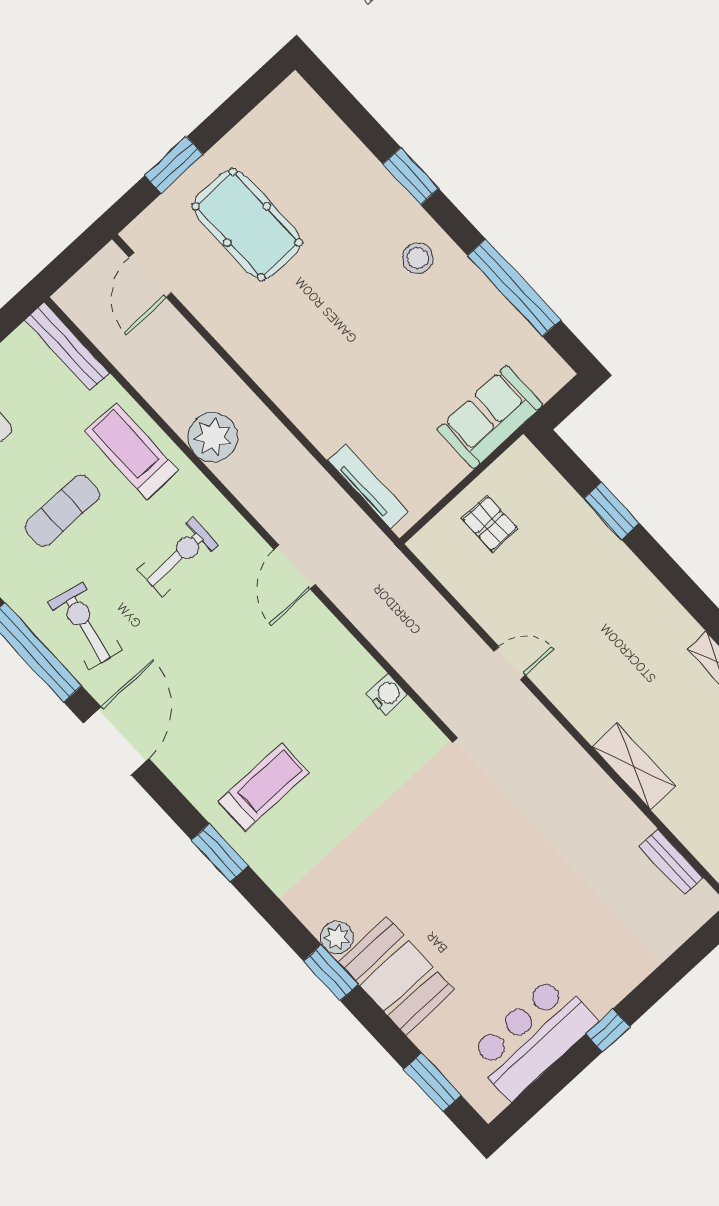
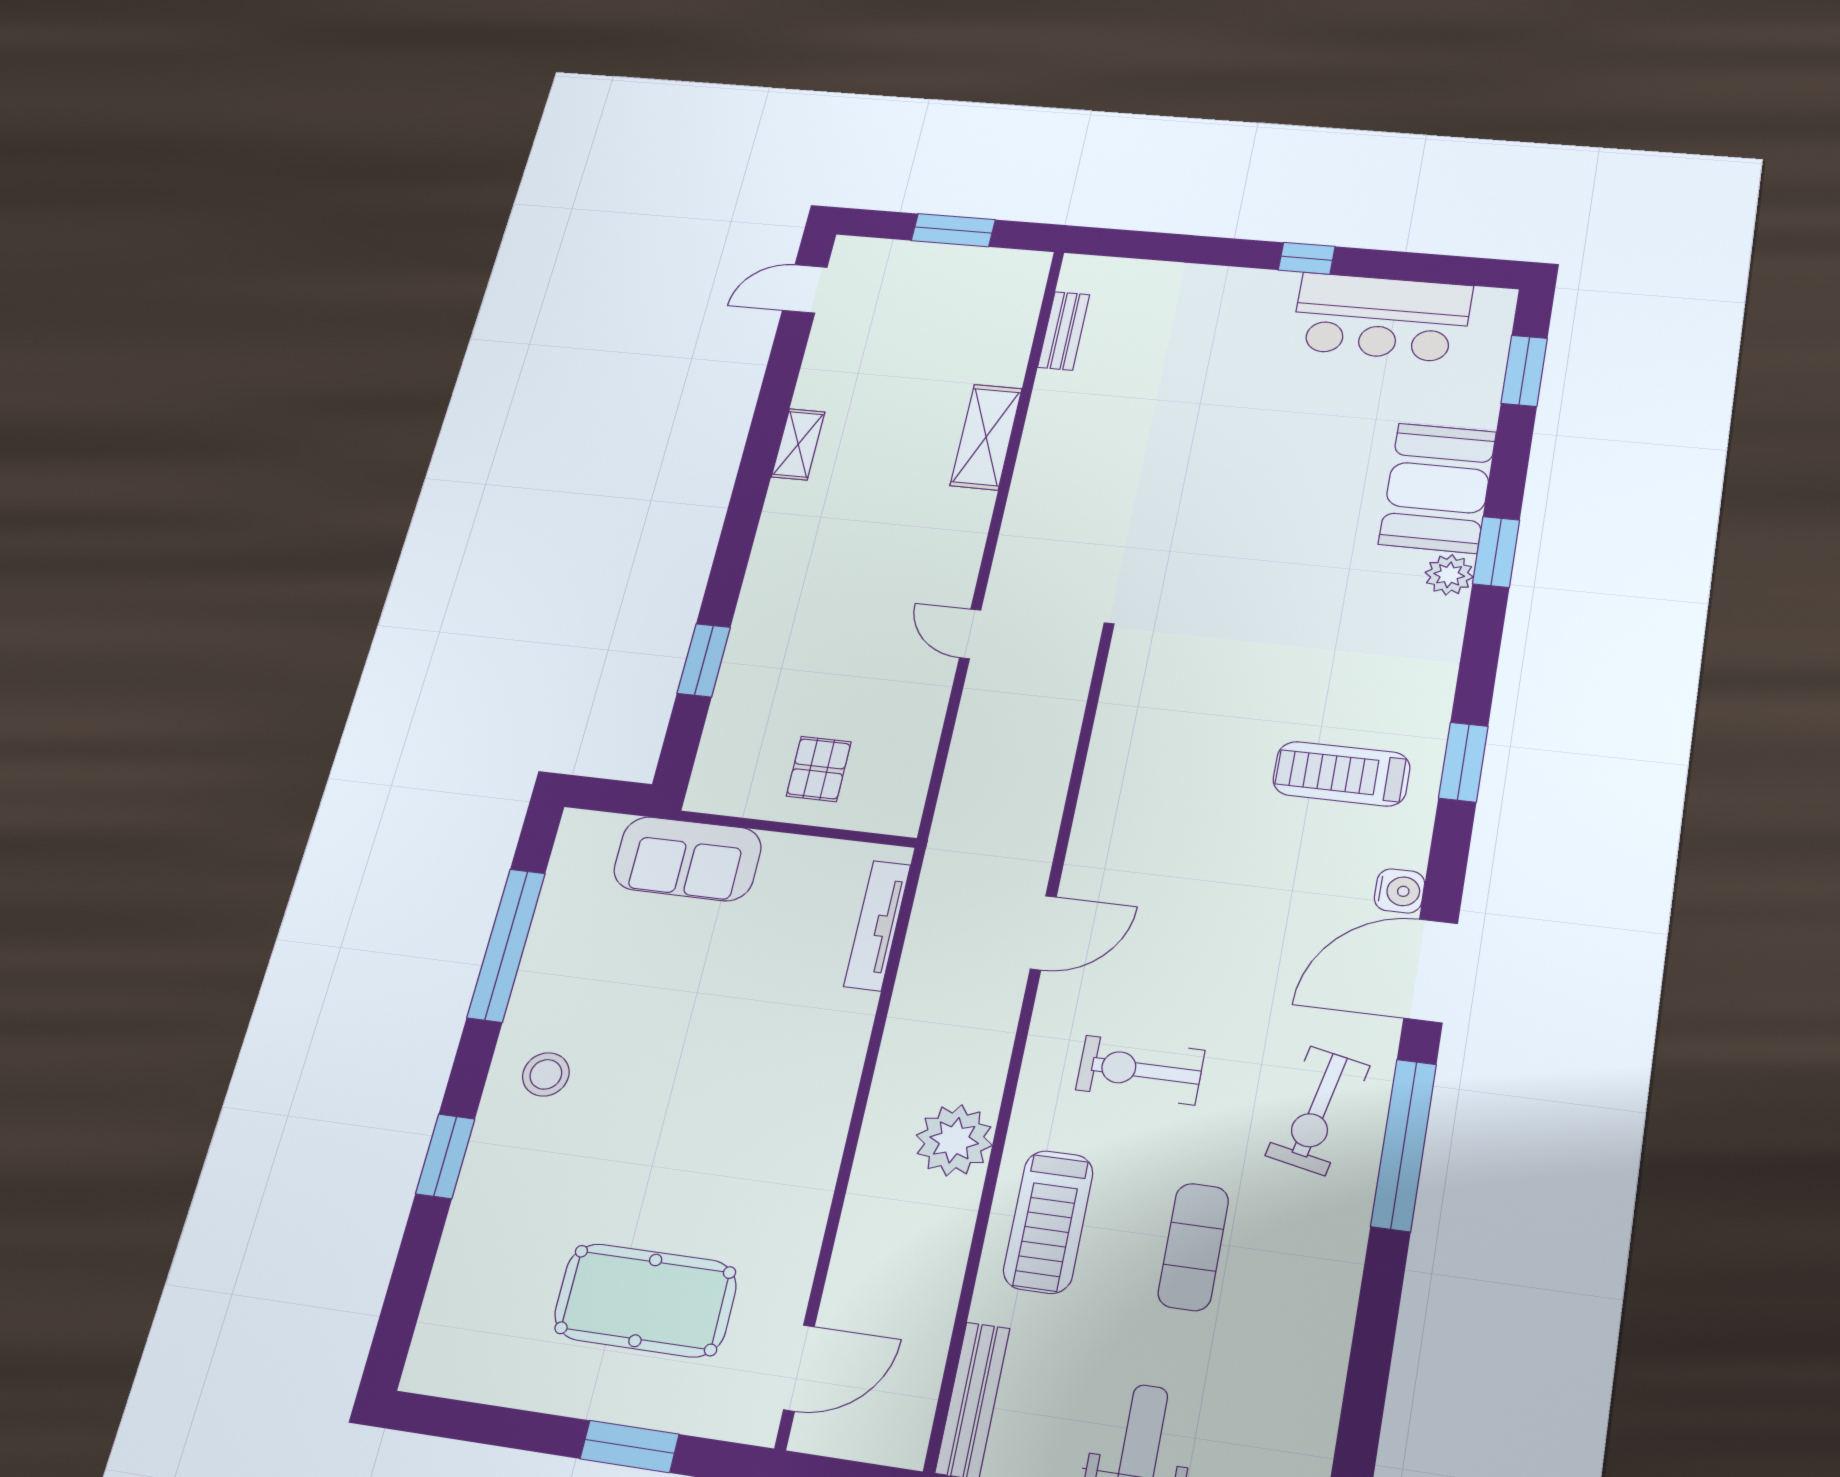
pool table: (247, 224) -> (645, 1300), turned 90
exercise mat: (62, 511) -> (1193, 1247), turned 90
water cooler: (387, 694) -> (1399, 891), moved, turned 180

